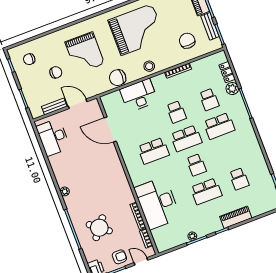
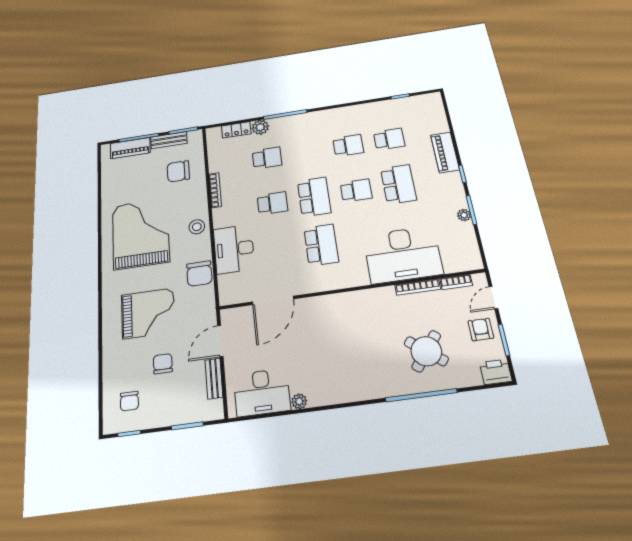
school desk: (219, 126) -> (348, 145), moved, width x0.54
plant: (65, 191) -> (299, 401), moved

